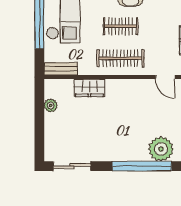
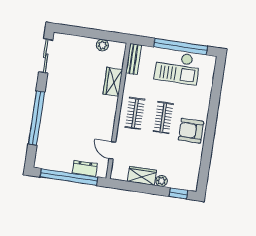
clothes rail: (121, 58) -> (135, 113), width x0.73
door: (165, 77) -> (112, 150), hinge flipped
plant: (161, 149) -> (49, 137), removed

